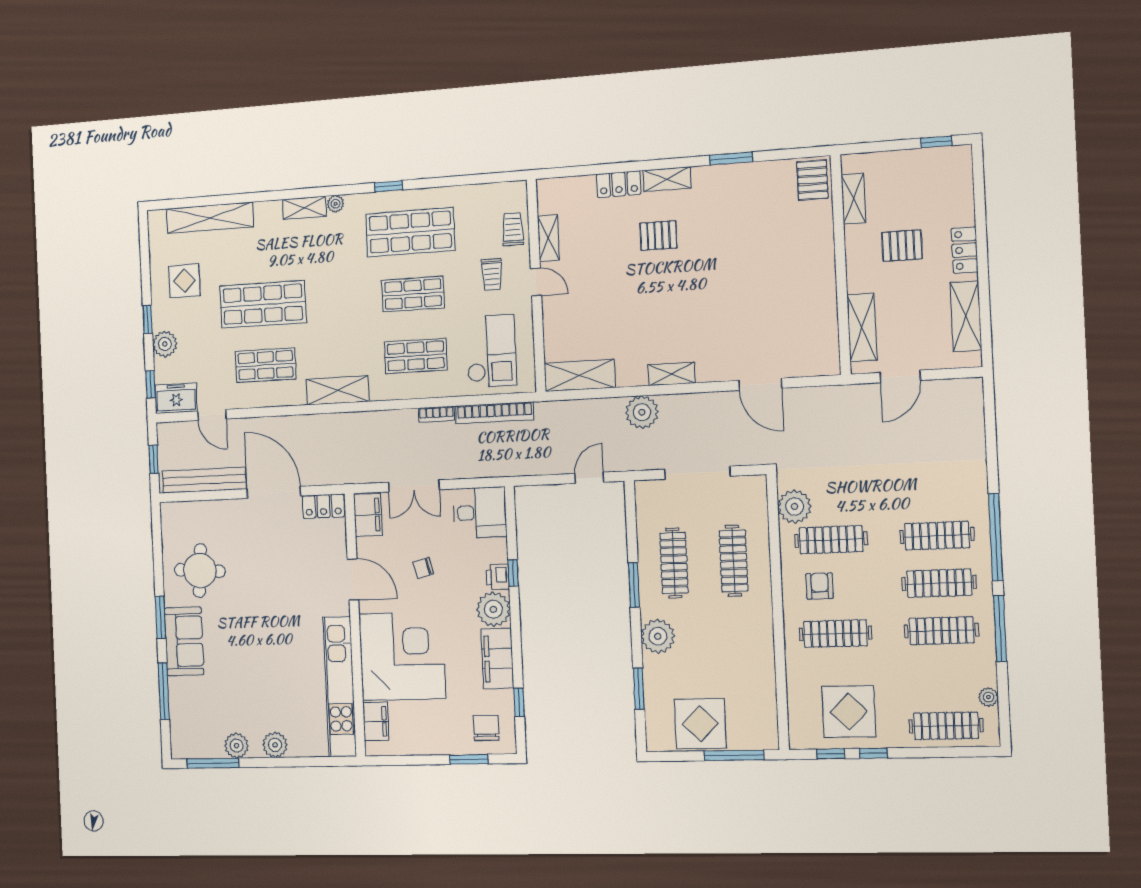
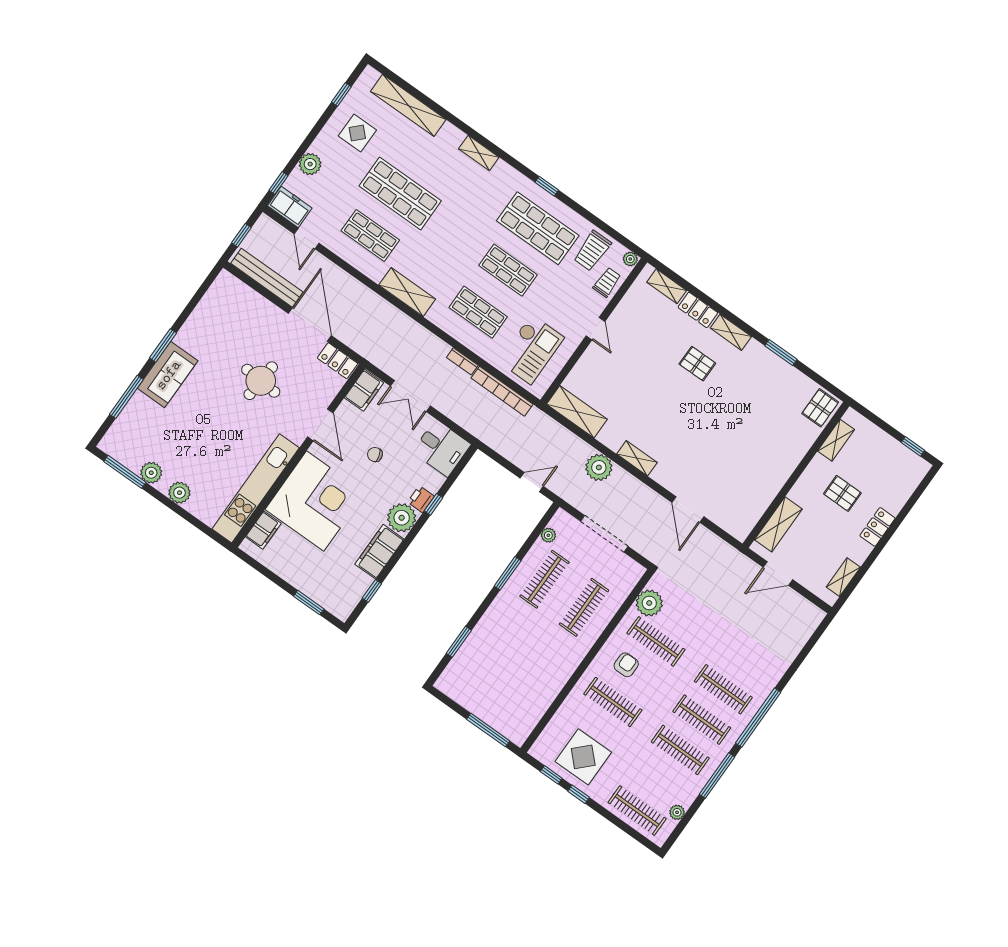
plant: (336, 204) -> (630, 259), moved
shelving: (548, 238) -> (667, 286), moved, turned 90
trolley: (492, 274) -> (592, 251), moved, width x1.36, depth x1.39
shelving: (966, 316) -> (843, 577), width x0.67, depth x0.75
window: (148, 319) -> (341, 94), moved
round table: (200, 571) -> (261, 381), moved
plant: (658, 636) -> (548, 535), moved, width x0.53, depth x0.53
display table: (700, 724) -> (482, 694), removed
chair: (486, 728) -> (337, 591), removed

